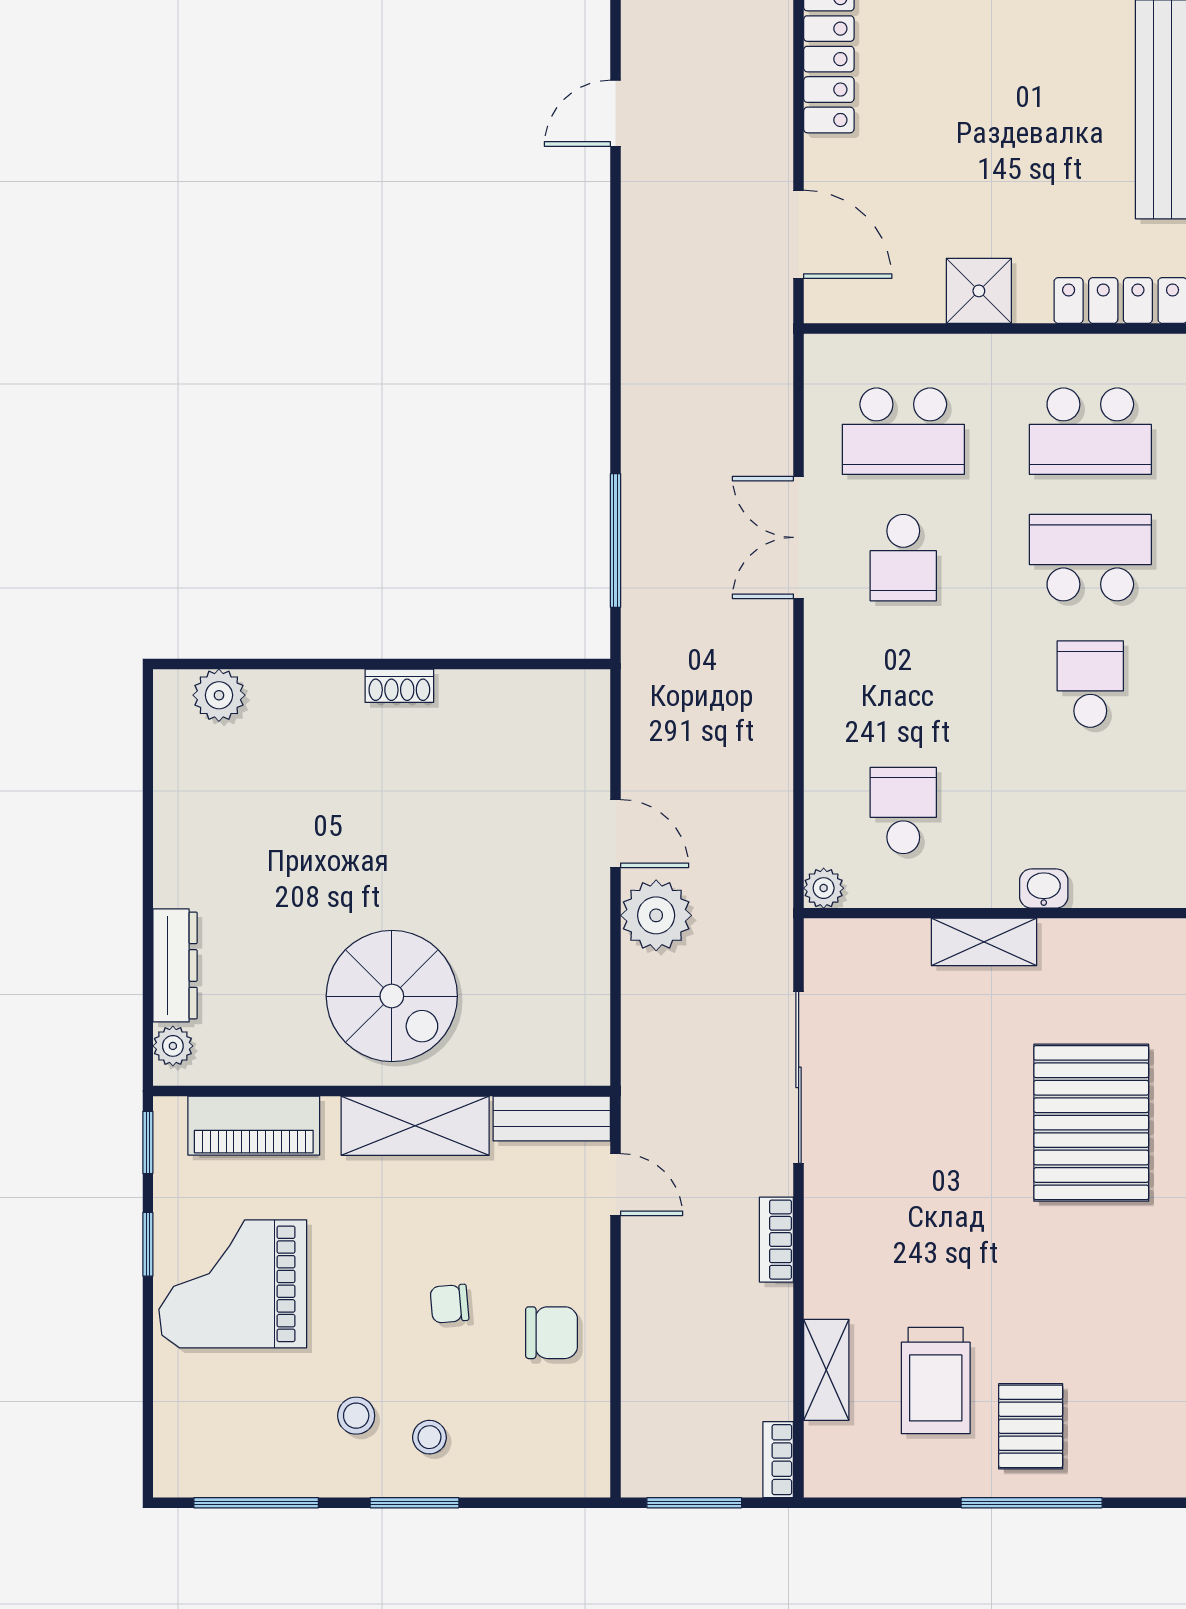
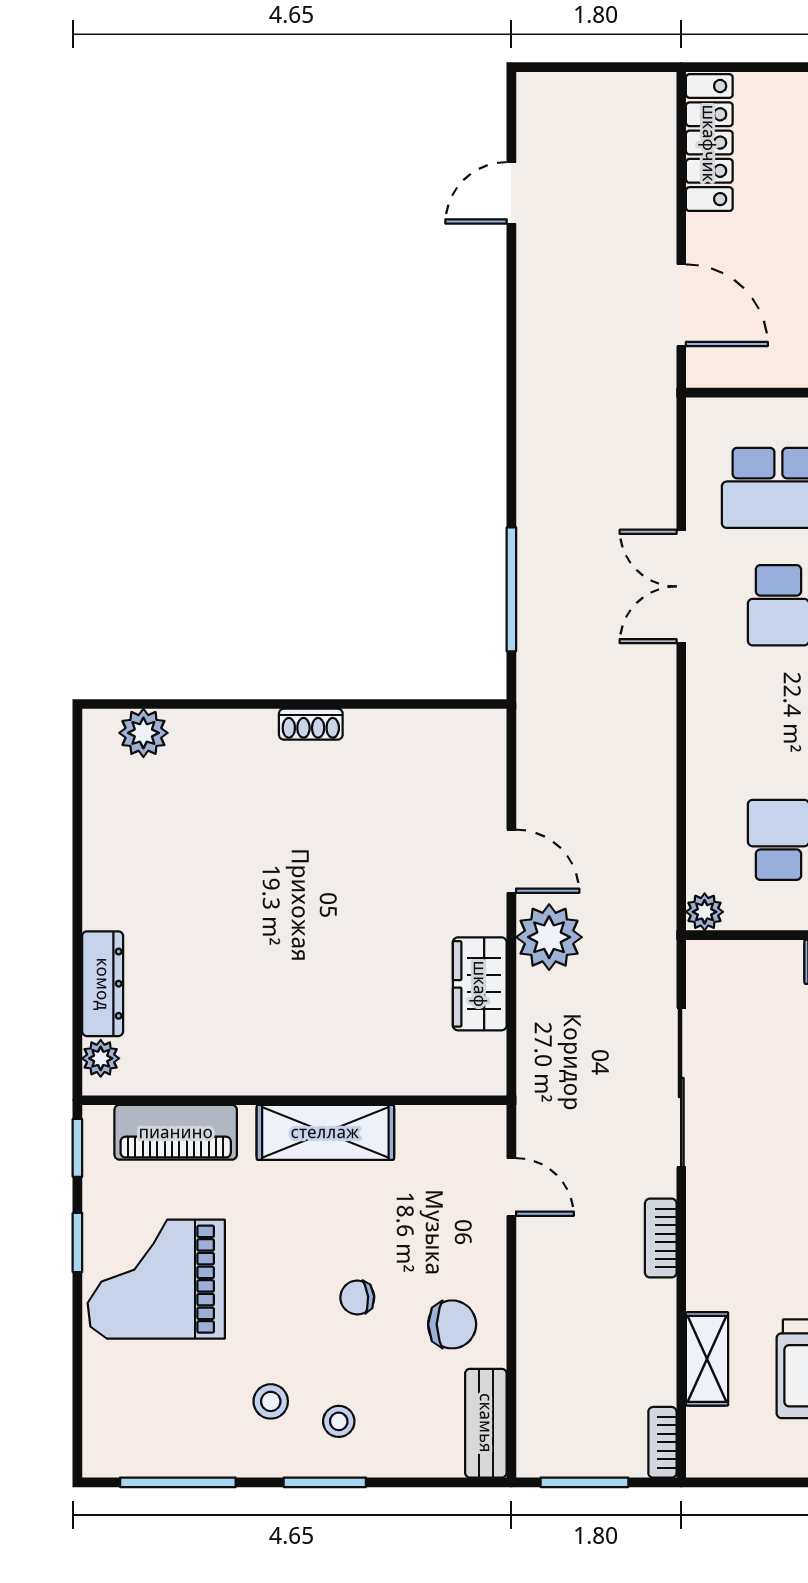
wardrobe: (581, 966) -> (480, 984), added
spiral stairs: (392, 996) -> (304, 1012), removed
bench: (552, 1119) -> (486, 1423), moved, turned 90

